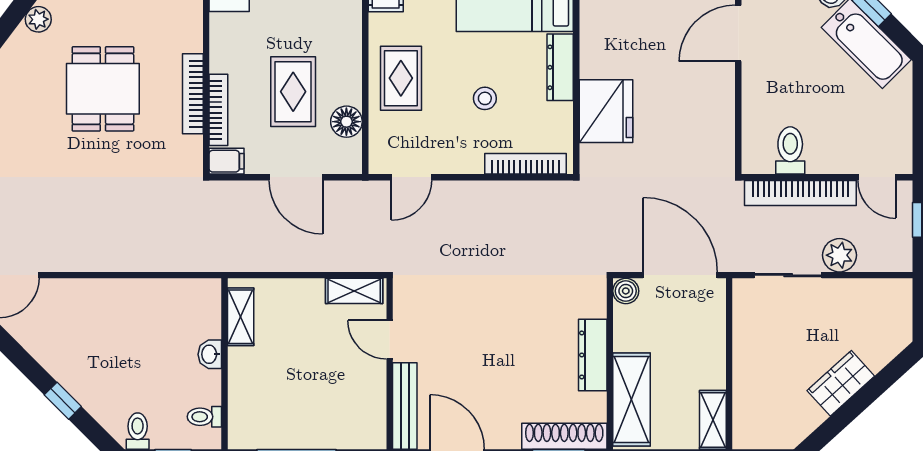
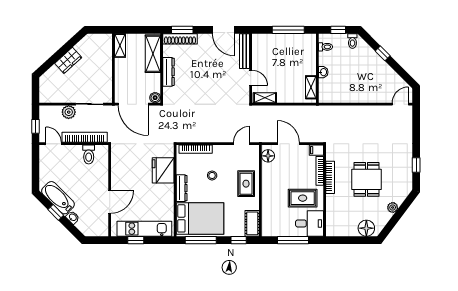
rug: (293, 92) -> (303, 198), moved, turned 90
floor lamp: (346, 122) -> (268, 156), moved

